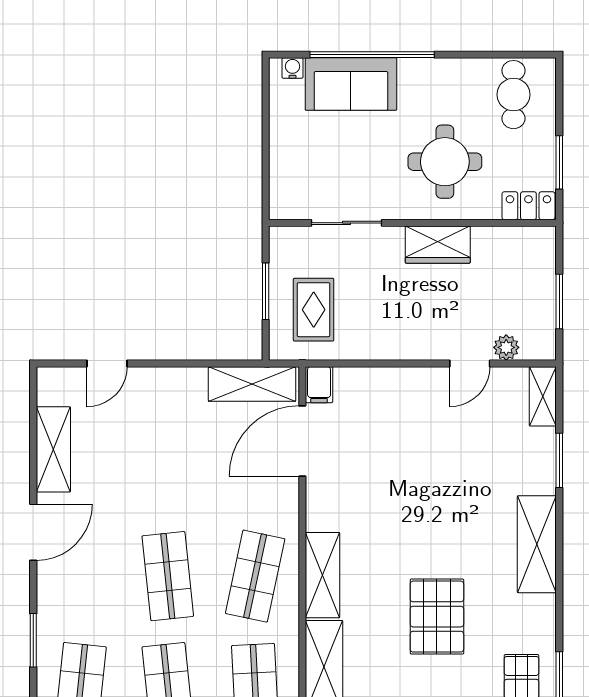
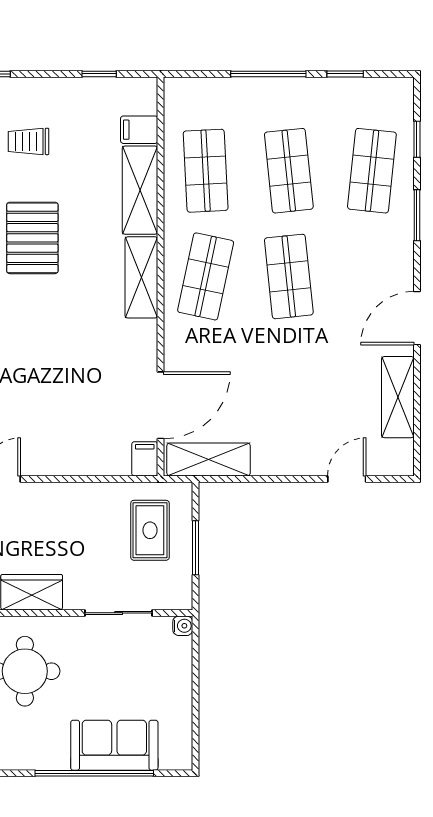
water cooler: (293, 68) -> (183, 626), moved, turned -90

